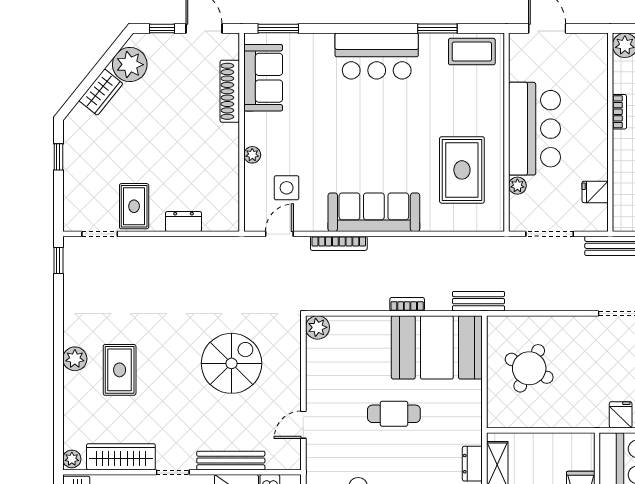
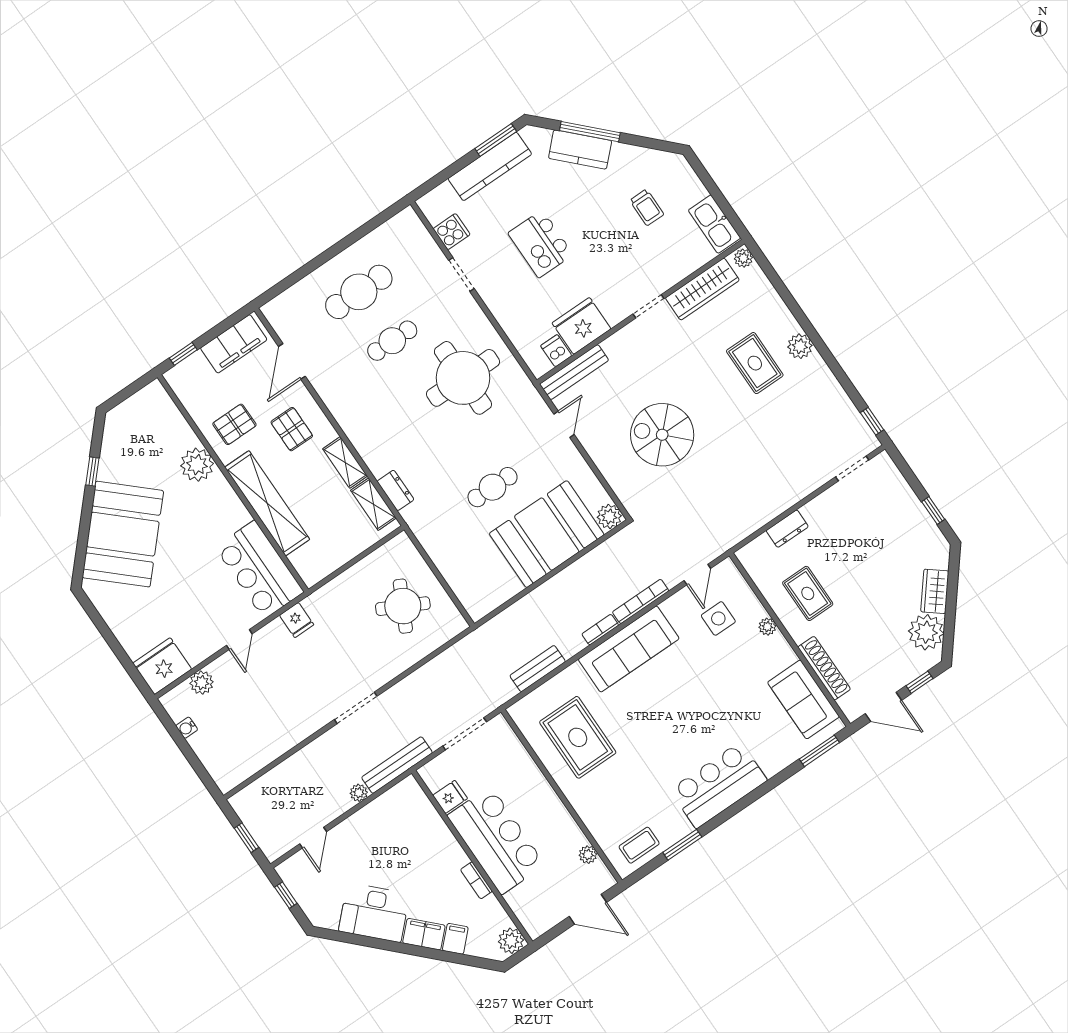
coffee table: (472, 52) -> (639, 845), width x0.73, depth x0.77
bar counter: (535, 129) -> (496, 840), moved, turned 180
plant: (517, 186) -> (588, 855), moved
rug: (134, 206) -> (808, 593), moved
bench: (478, 301) -> (538, 669), moved
bookcase: (407, 304) -> (600, 630), moved, turned 180
booth: (437, 347) -> (547, 534), moved
spiral stairs: (232, 363) -> (662, 435), turned 90
bench: (231, 461) -> (574, 372), moved

